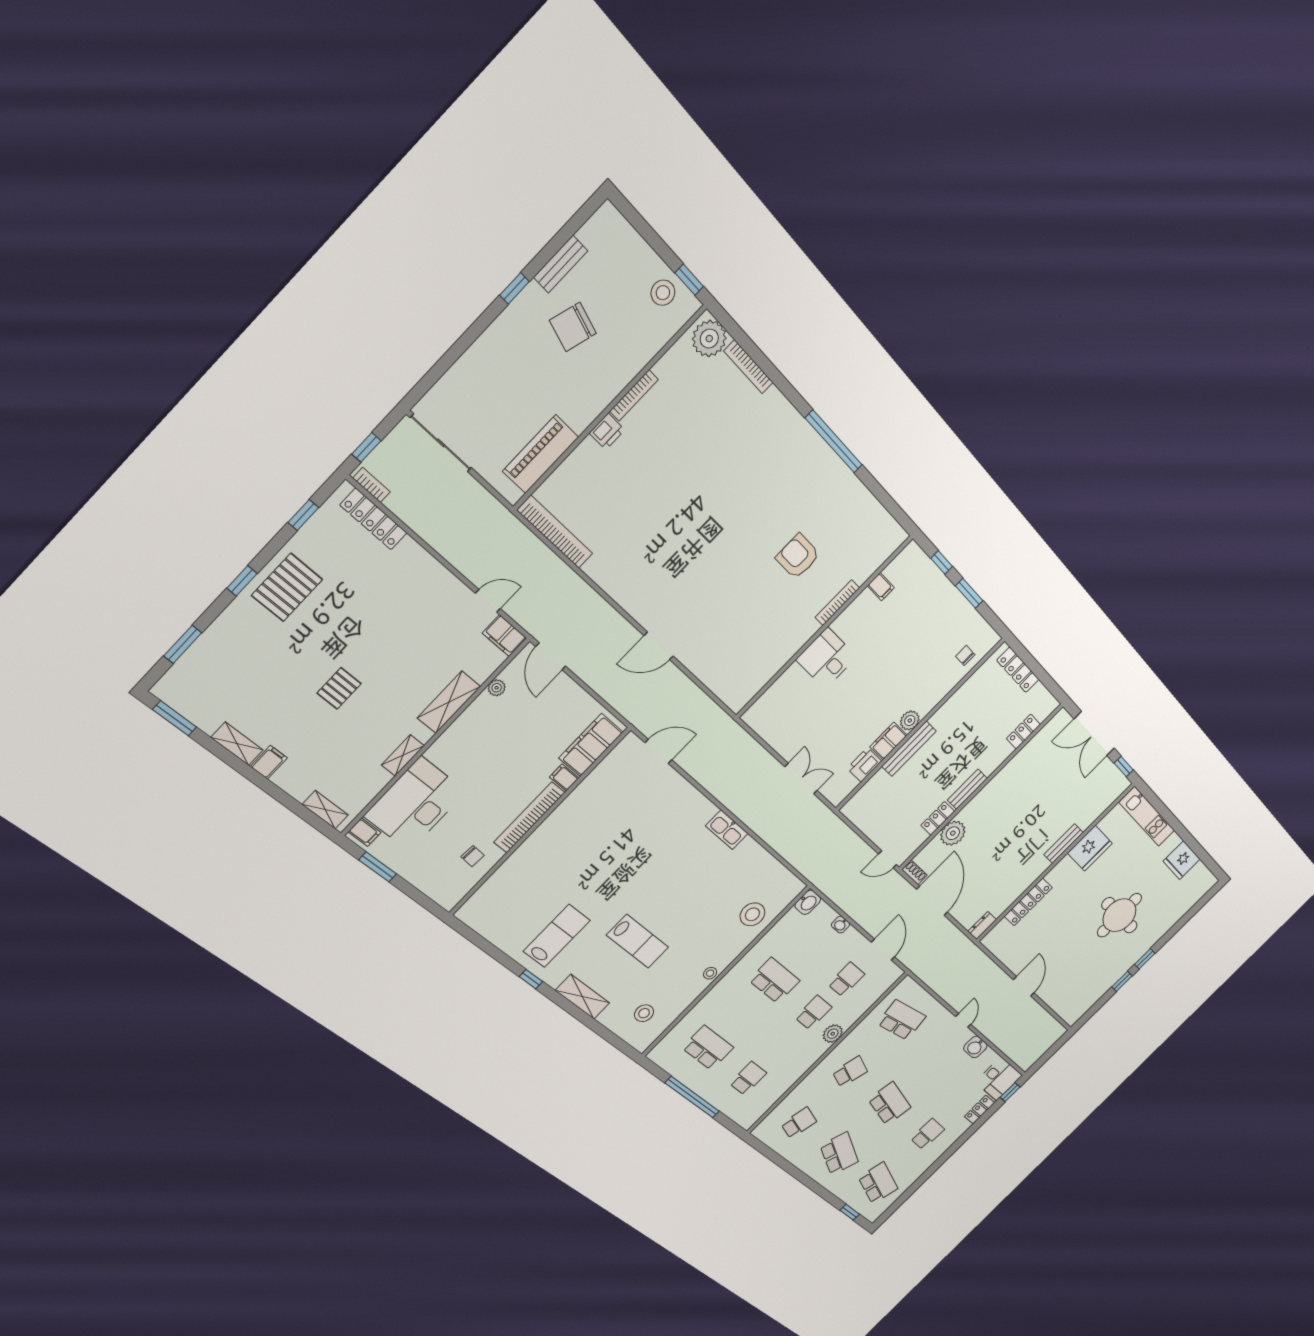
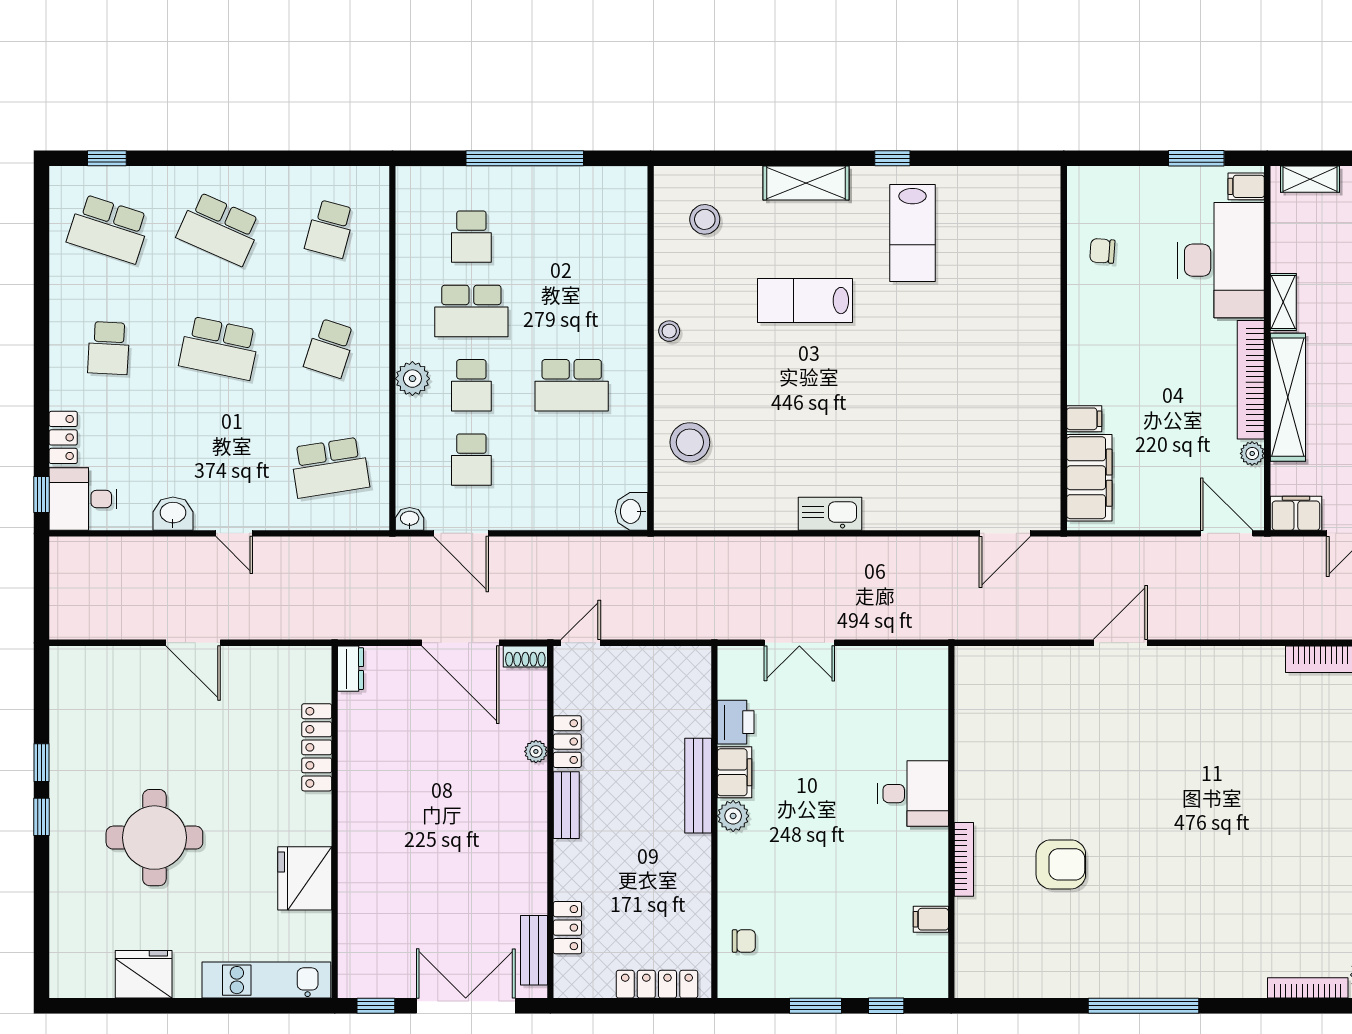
shelving: (449, 702) -> (1288, 397), width x1.47
bookcase: (529, 817) -> (1251, 380), moved, turned 180
plant: (953, 833) -> (536, 751), width x0.53, depth x0.53
bench: (1064, 844) -> (534, 950), moved
washbasin: (841, 925) -> (410, 519), moved
school desk: (708, 1048) -> (471, 311), moved

